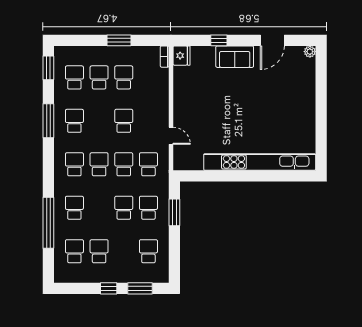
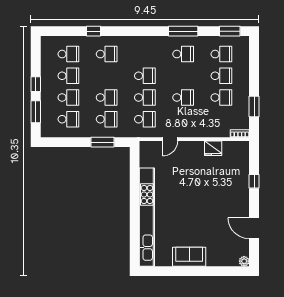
window: (119, 40) -> (254, 107), moved
fridge: (181, 56) -> (213, 148), moved
sofa: (235, 57) -> (189, 257), moved, turned 90
school desk: (74, 164) -> (68, 97), moved
window: (48, 223) -> (94, 31), width x0.32

